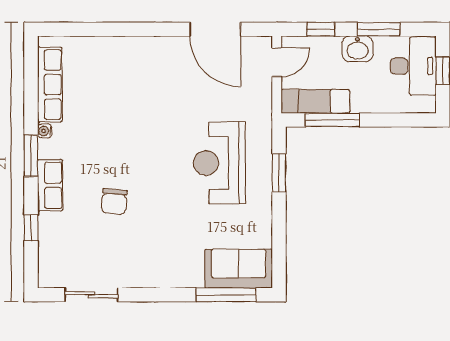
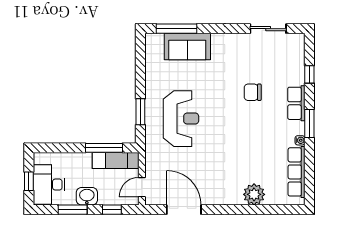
plant: (112, 52) -> (254, 194), added
chair: (114, 202) -> (253, 92), turned -95
sofa: (239, 269) -> (187, 47), moved

